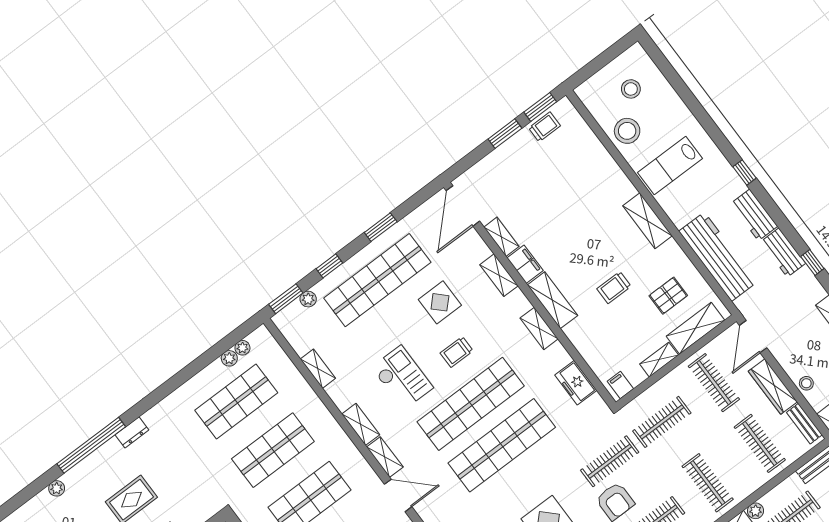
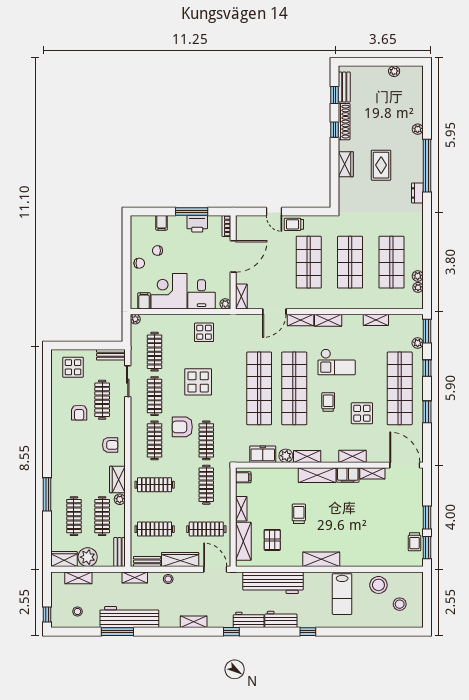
lab bench: (670, 166) -> (342, 594), turned 180
plant: (557, 354) -> (286, 456), added

